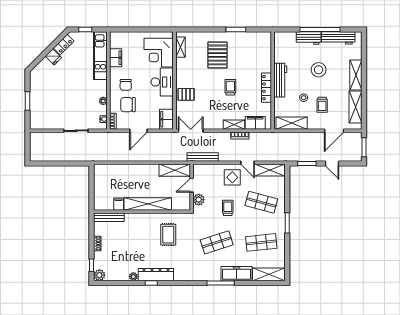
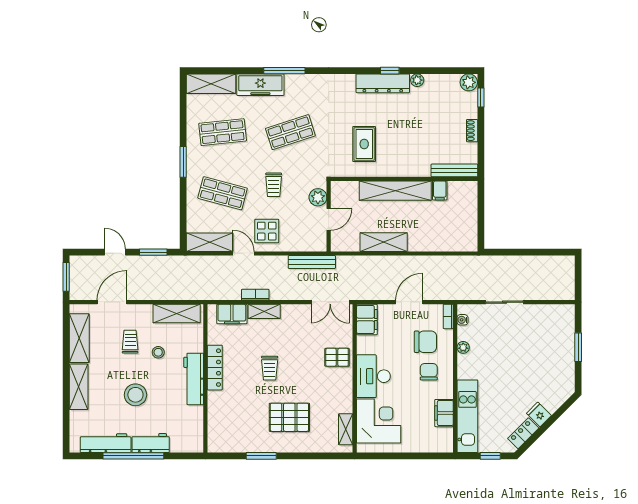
pallet: (217, 55) -> (289, 417), turned 90
shelving: (175, 170) -> (384, 242), moved

